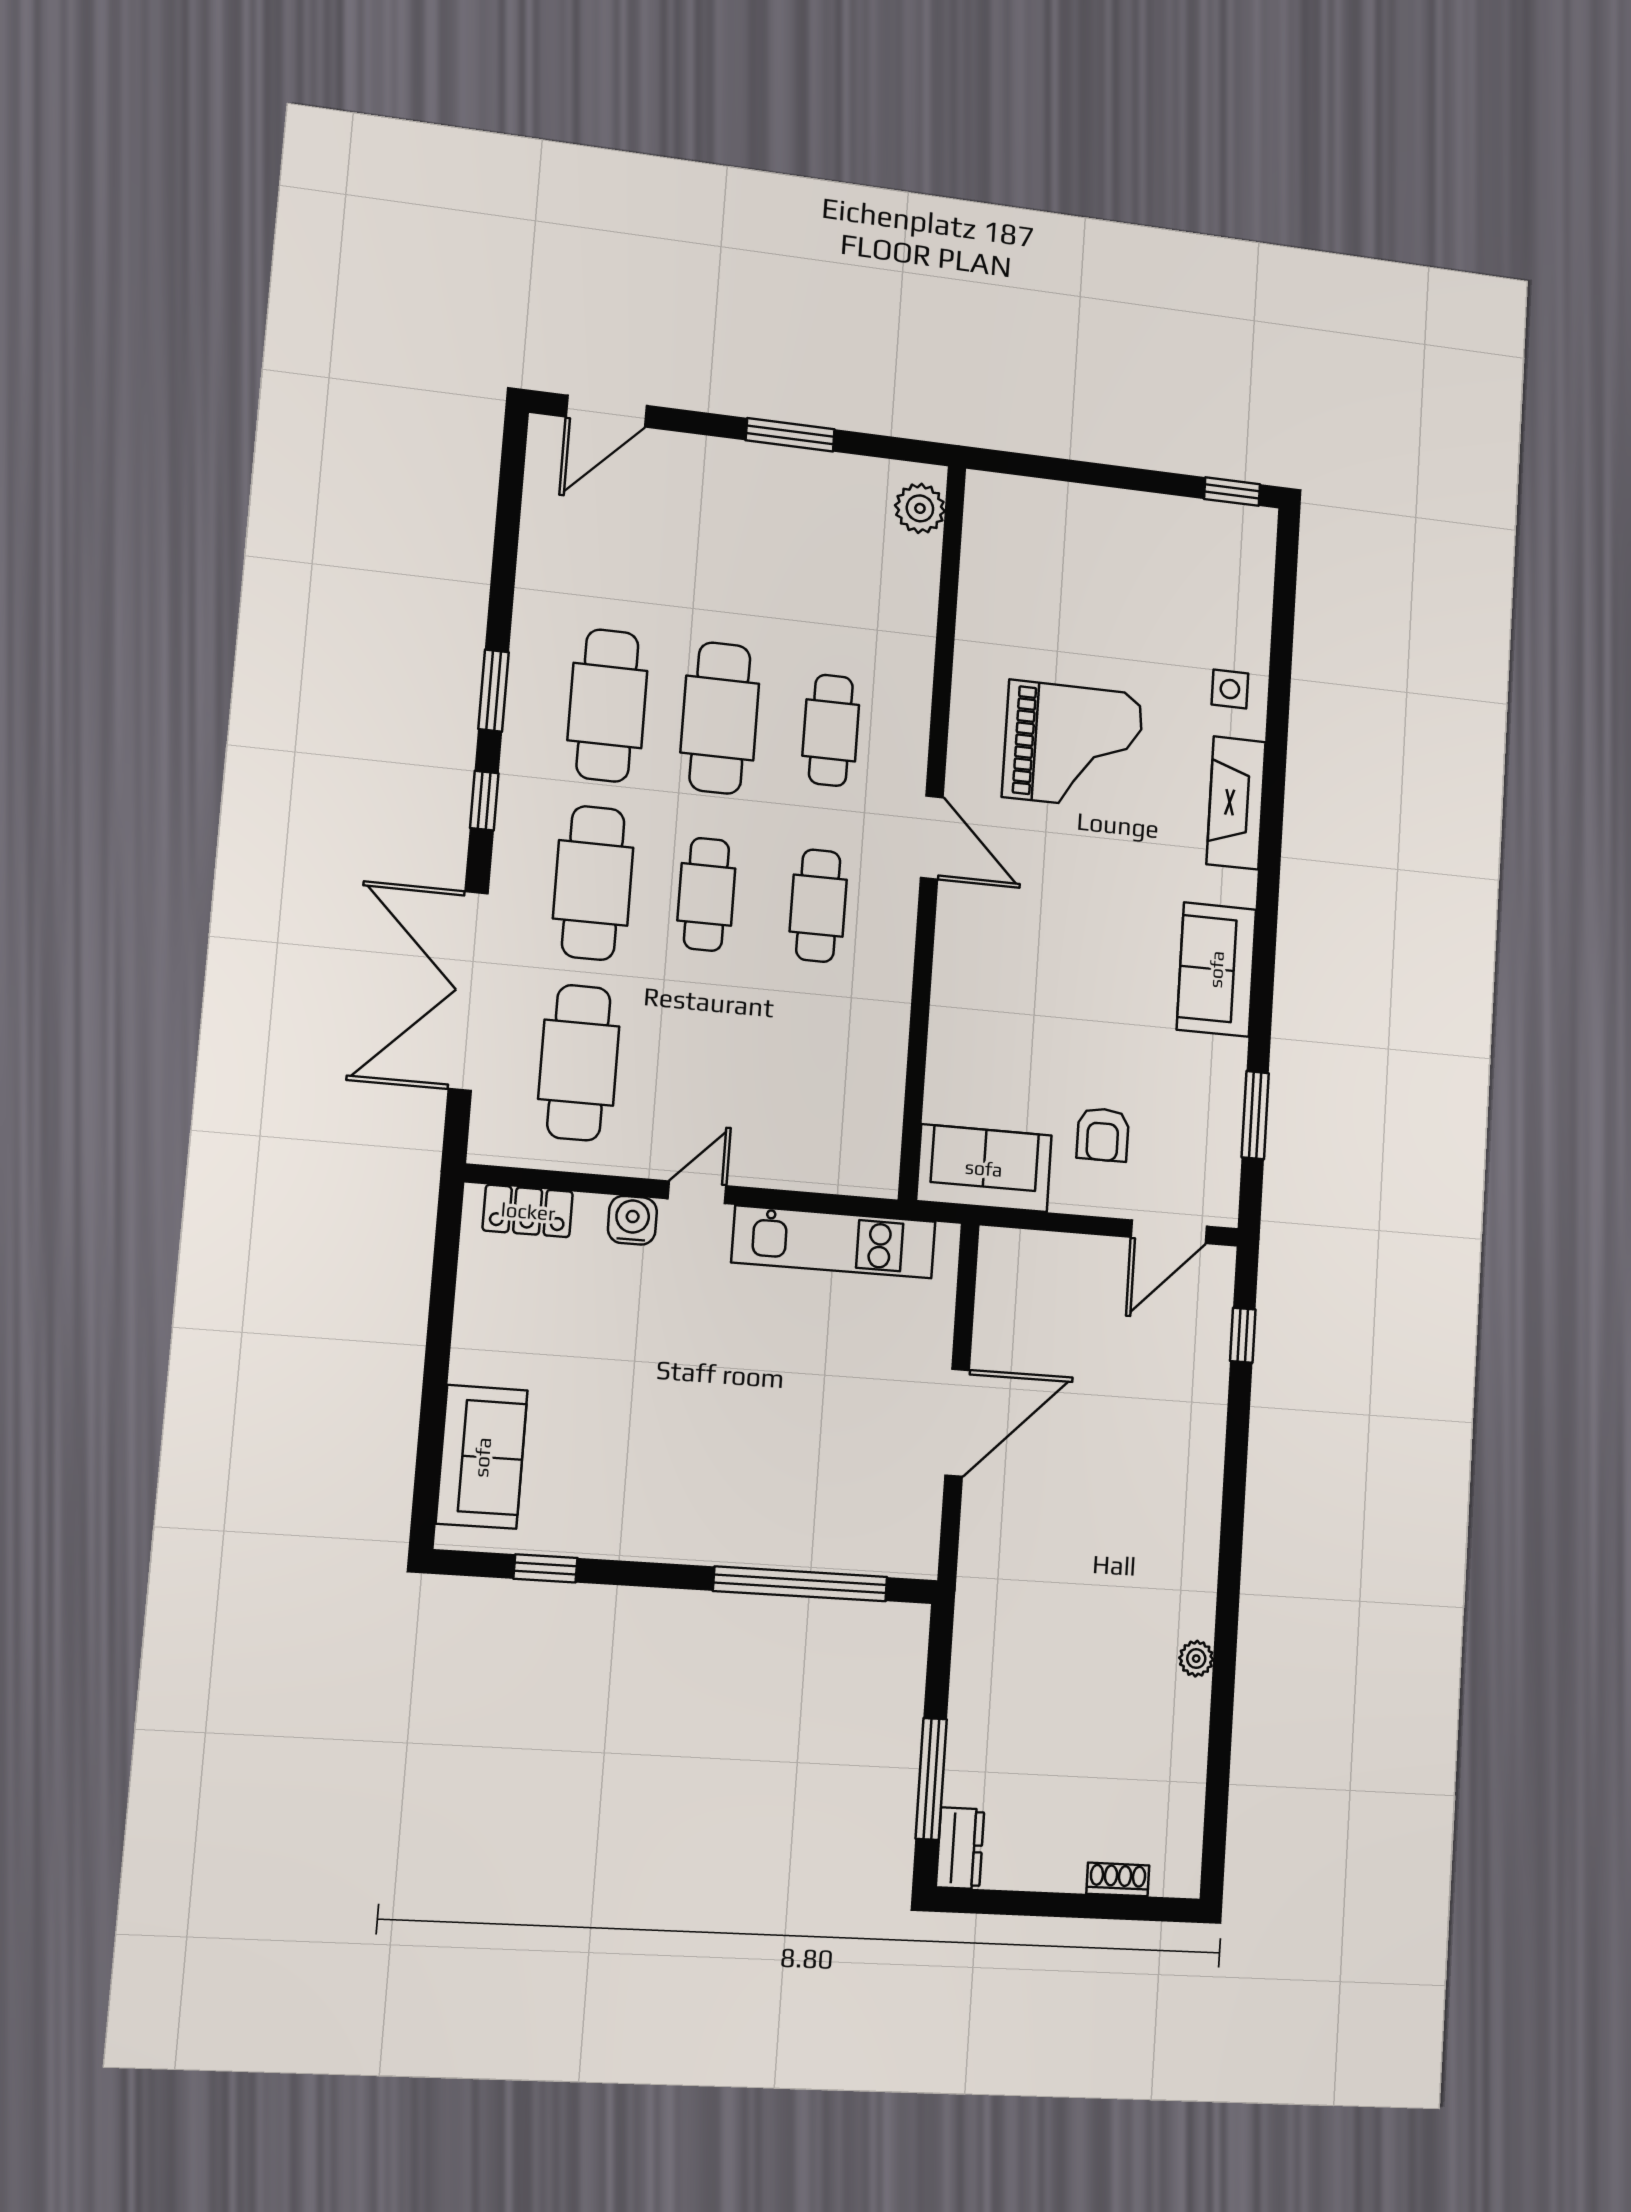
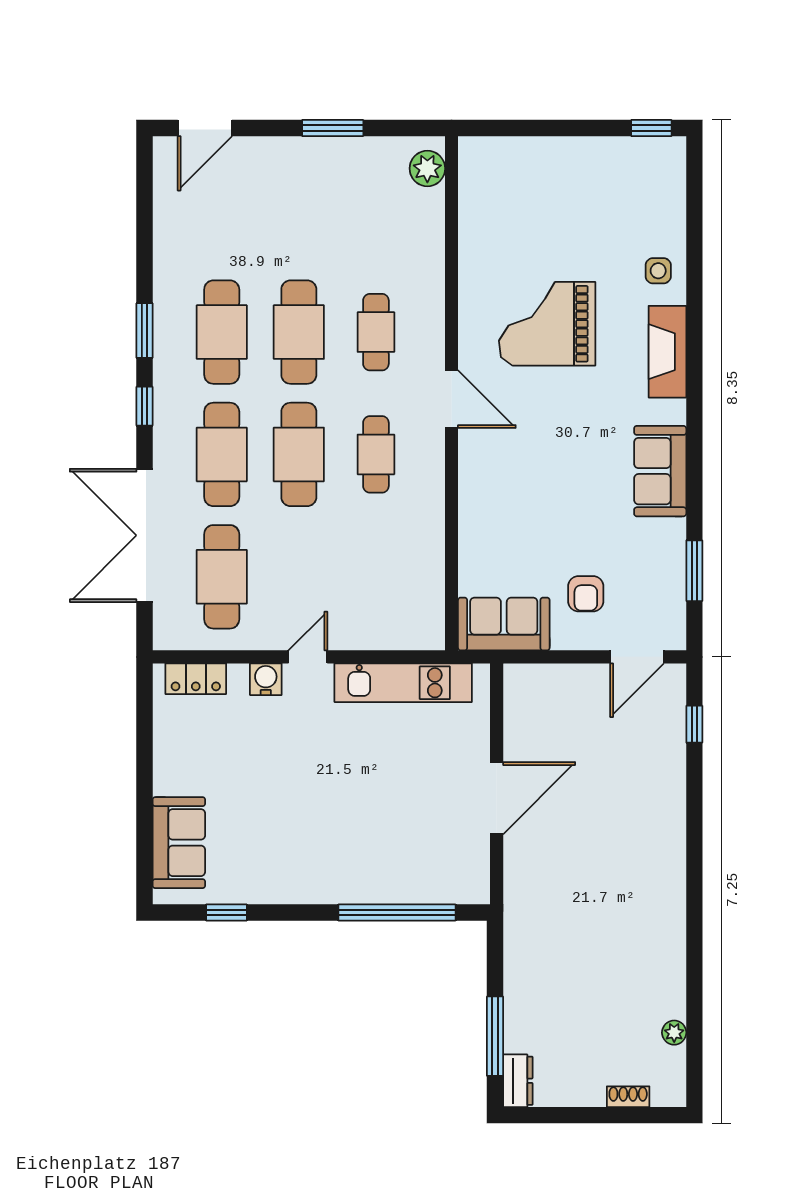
grand piano: (1073, 746) -> (547, 324), turned 180
cafe table: (706, 894) -> (299, 454), width x1.37, depth x1.35
plant: (1196, 1659) -> (674, 1033), moved

